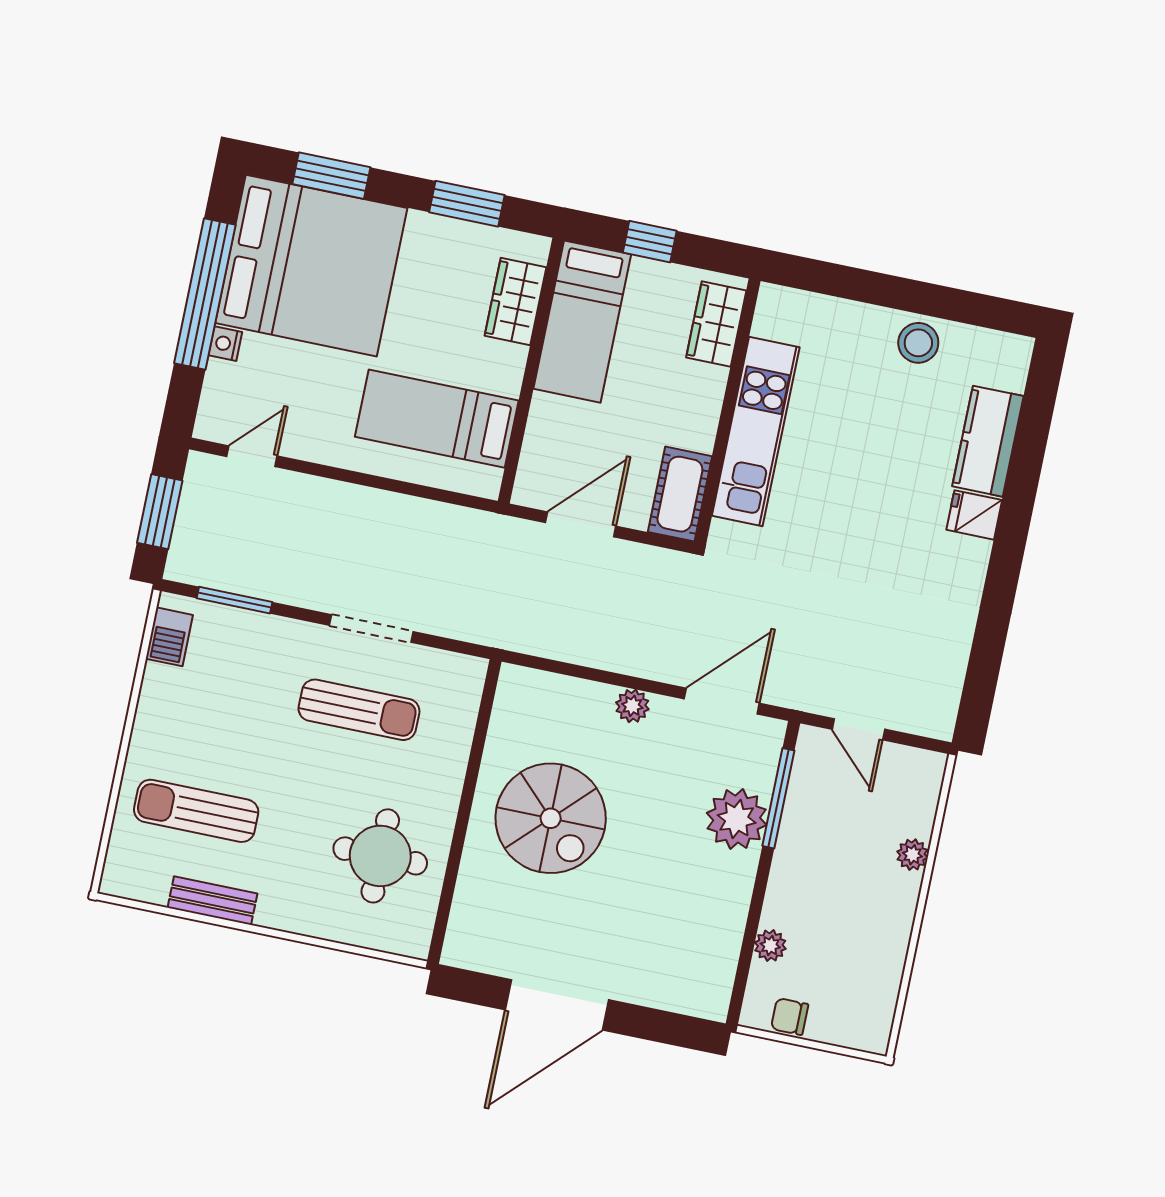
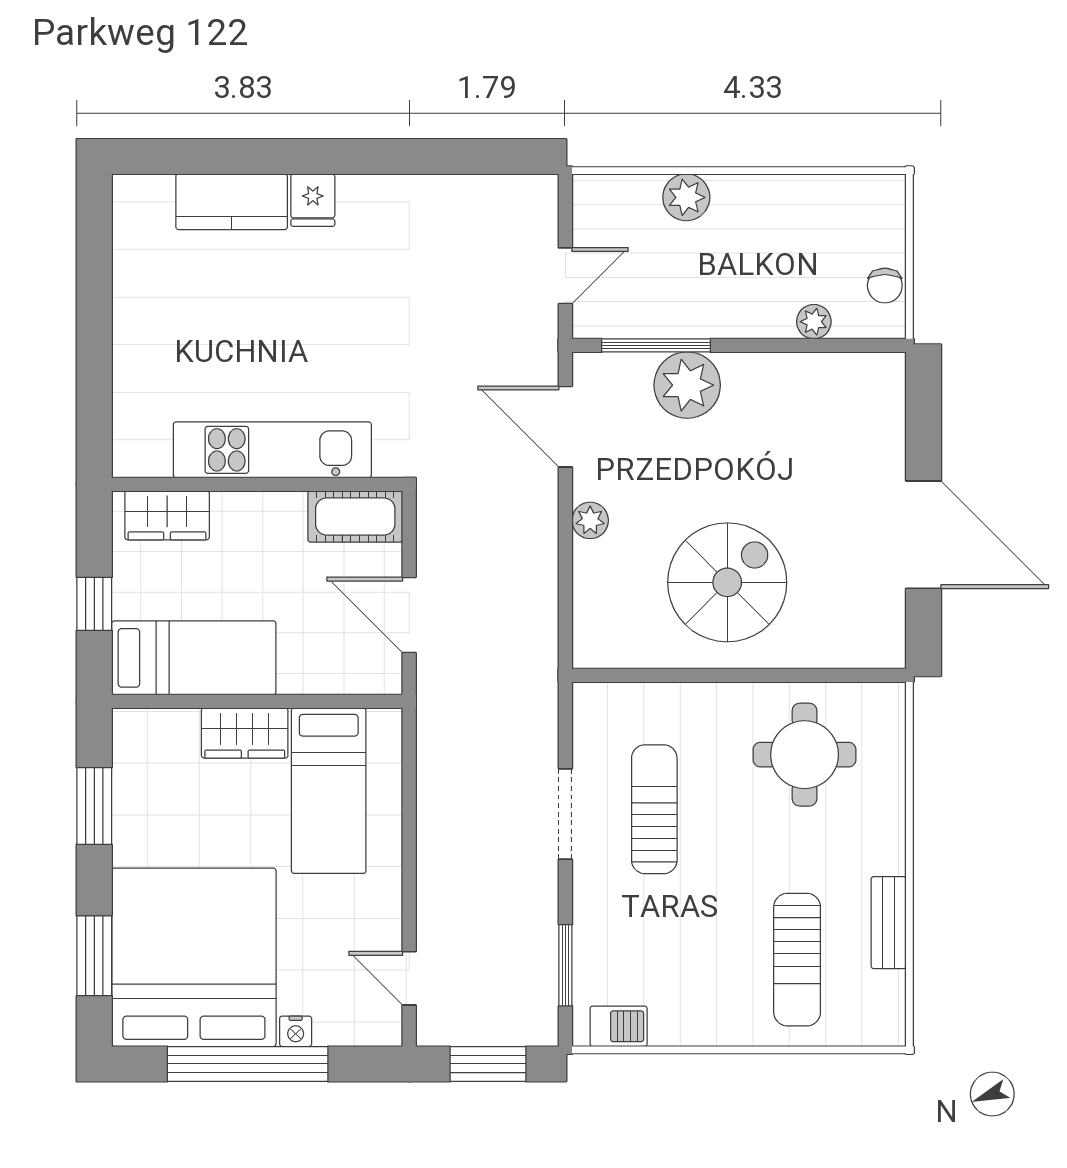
wardrobe: (516, 301) -> (245, 733), moved
stool: (918, 343) -> (143, 297), removed
plant: (912, 855) -> (686, 197), width x1.38, depth x1.38

